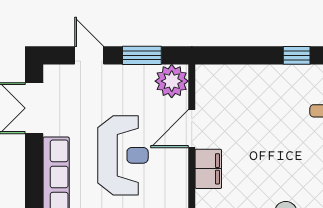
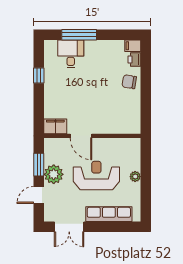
plant: (172, 81) -> (54, 174), moved
filing cabinet: (208, 169) -> (55, 126), moved

